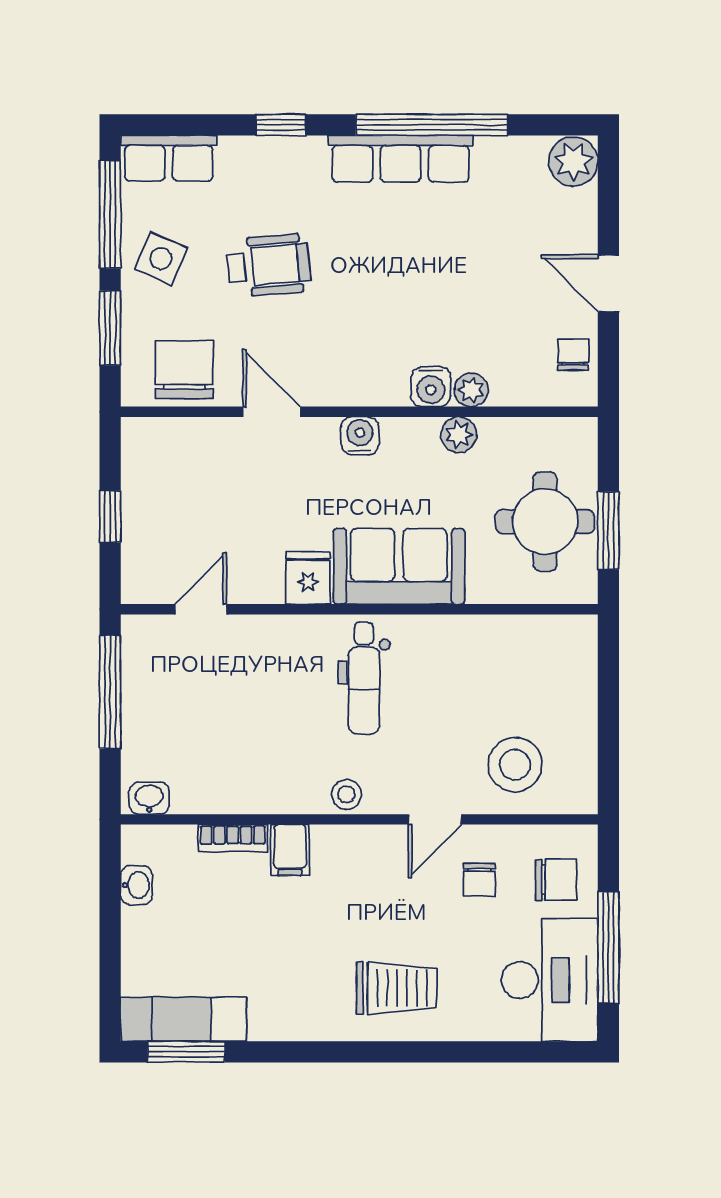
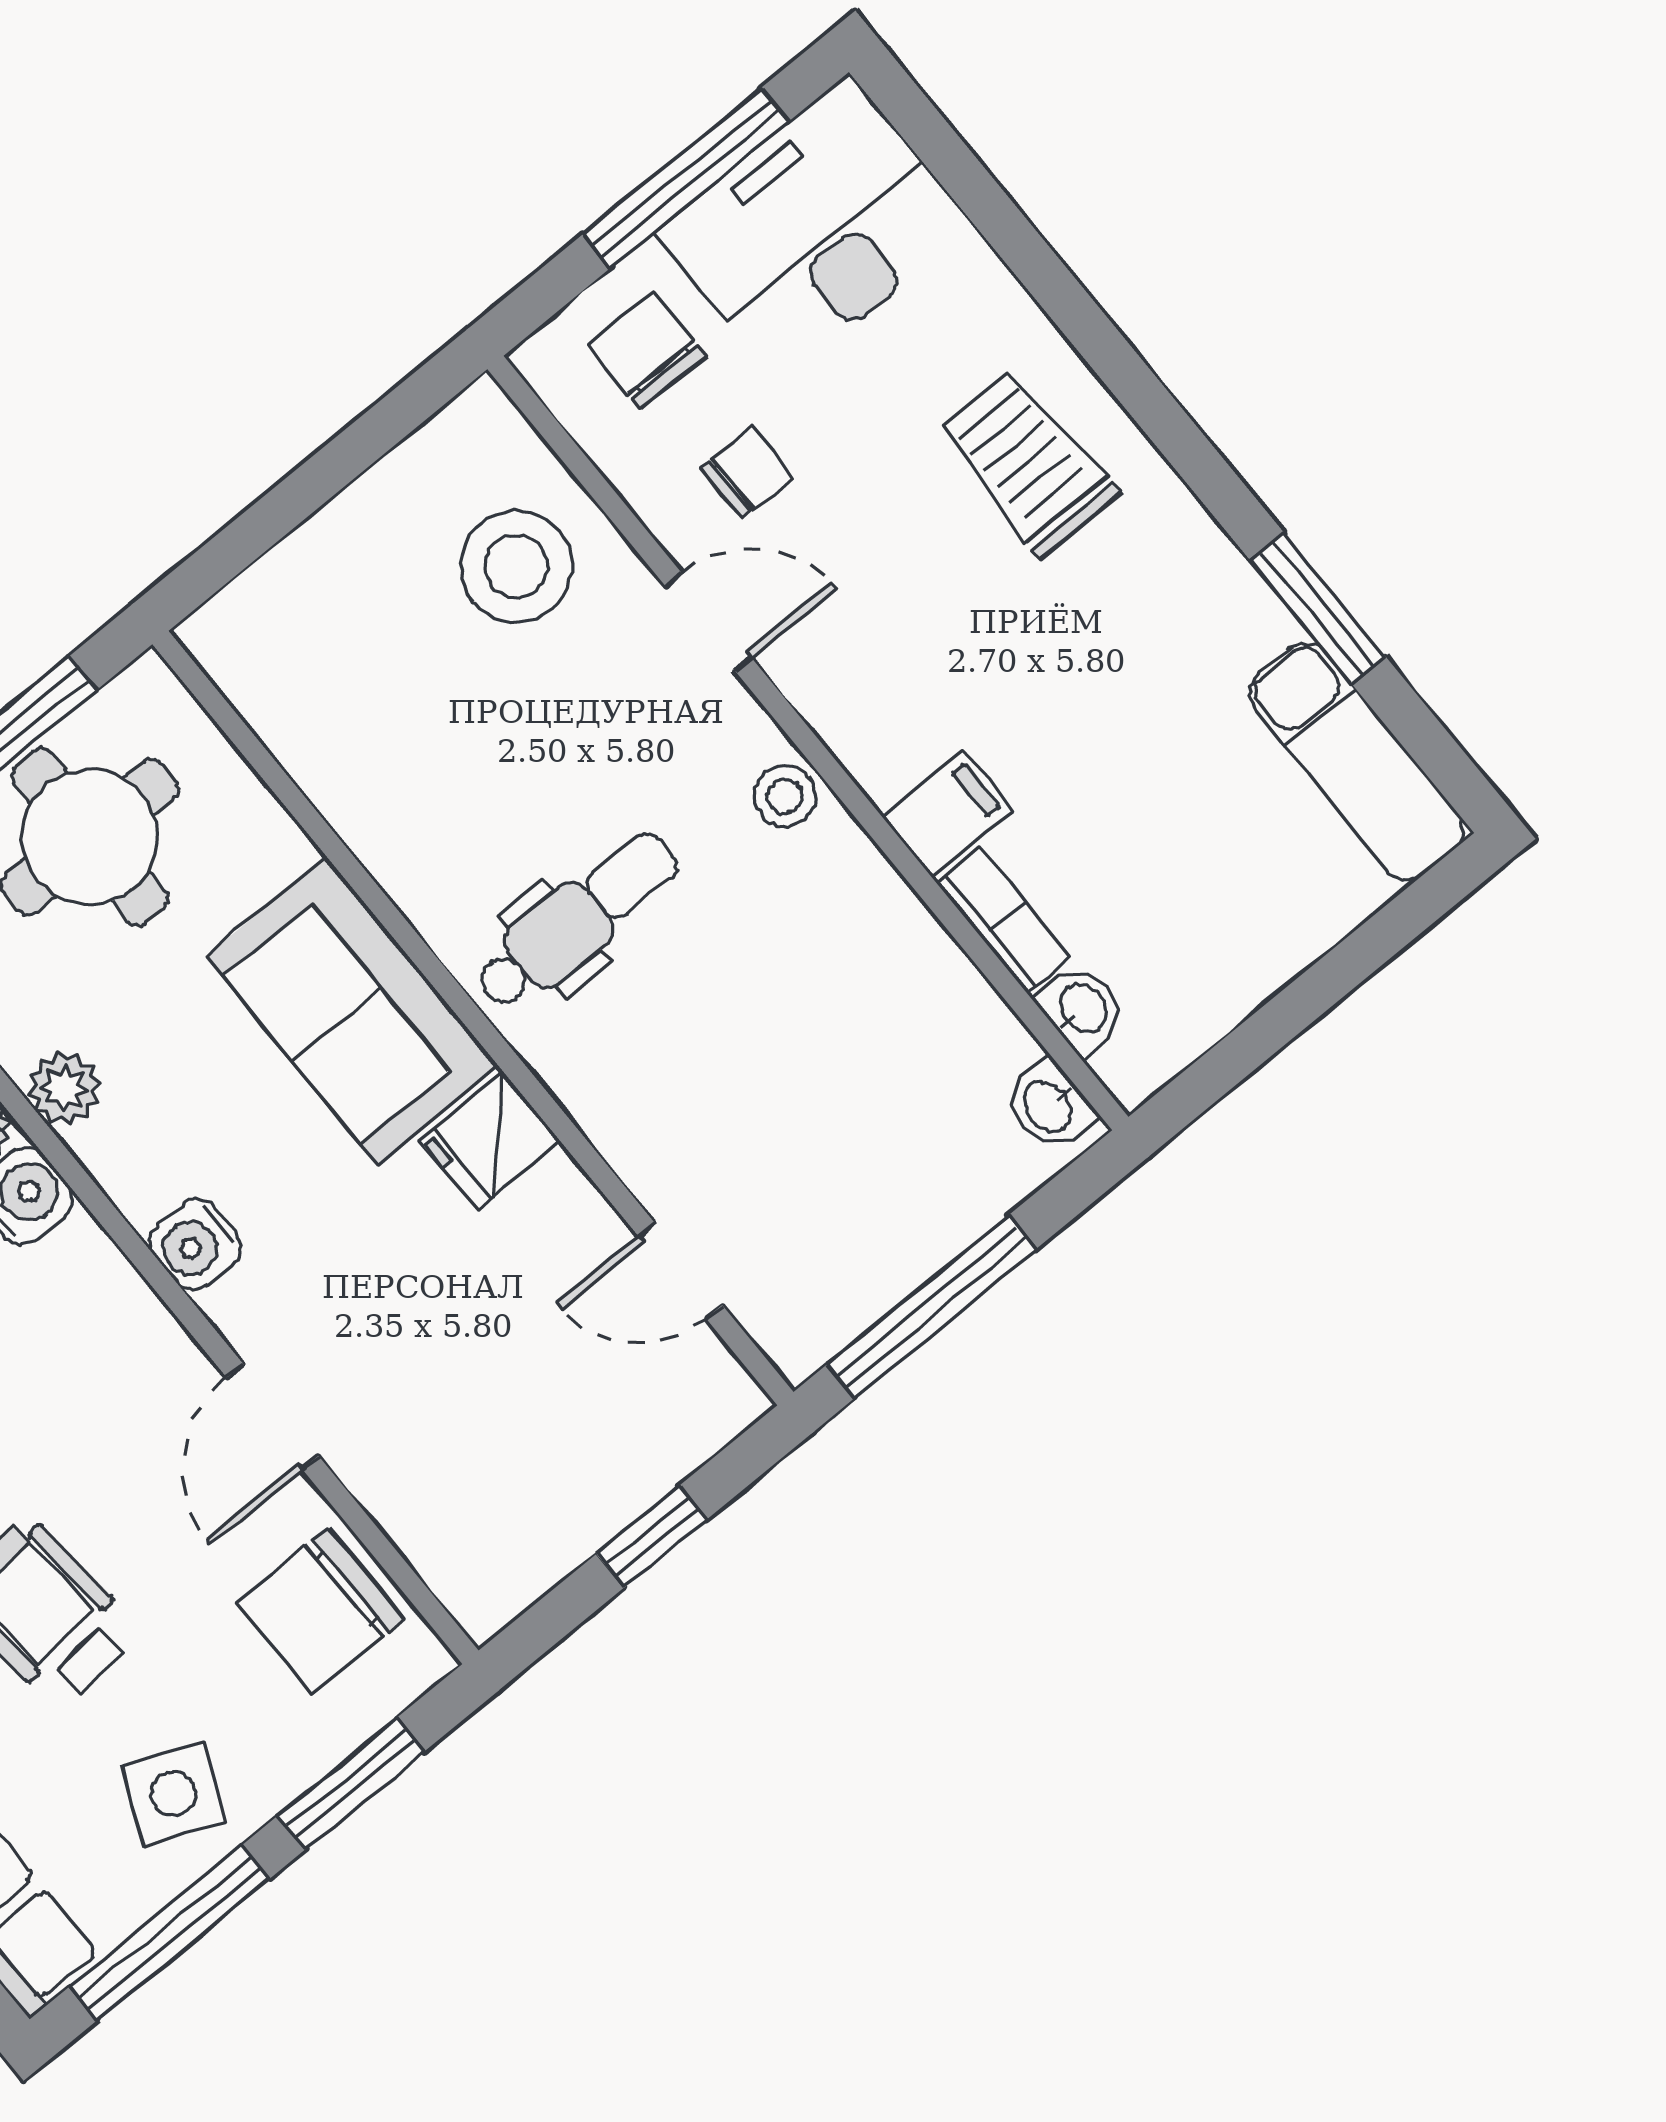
washbasin: (136, 885) -> (1082, 1009), moved, turned 90
window: (186, 1052) -> (1318, 608), moved

